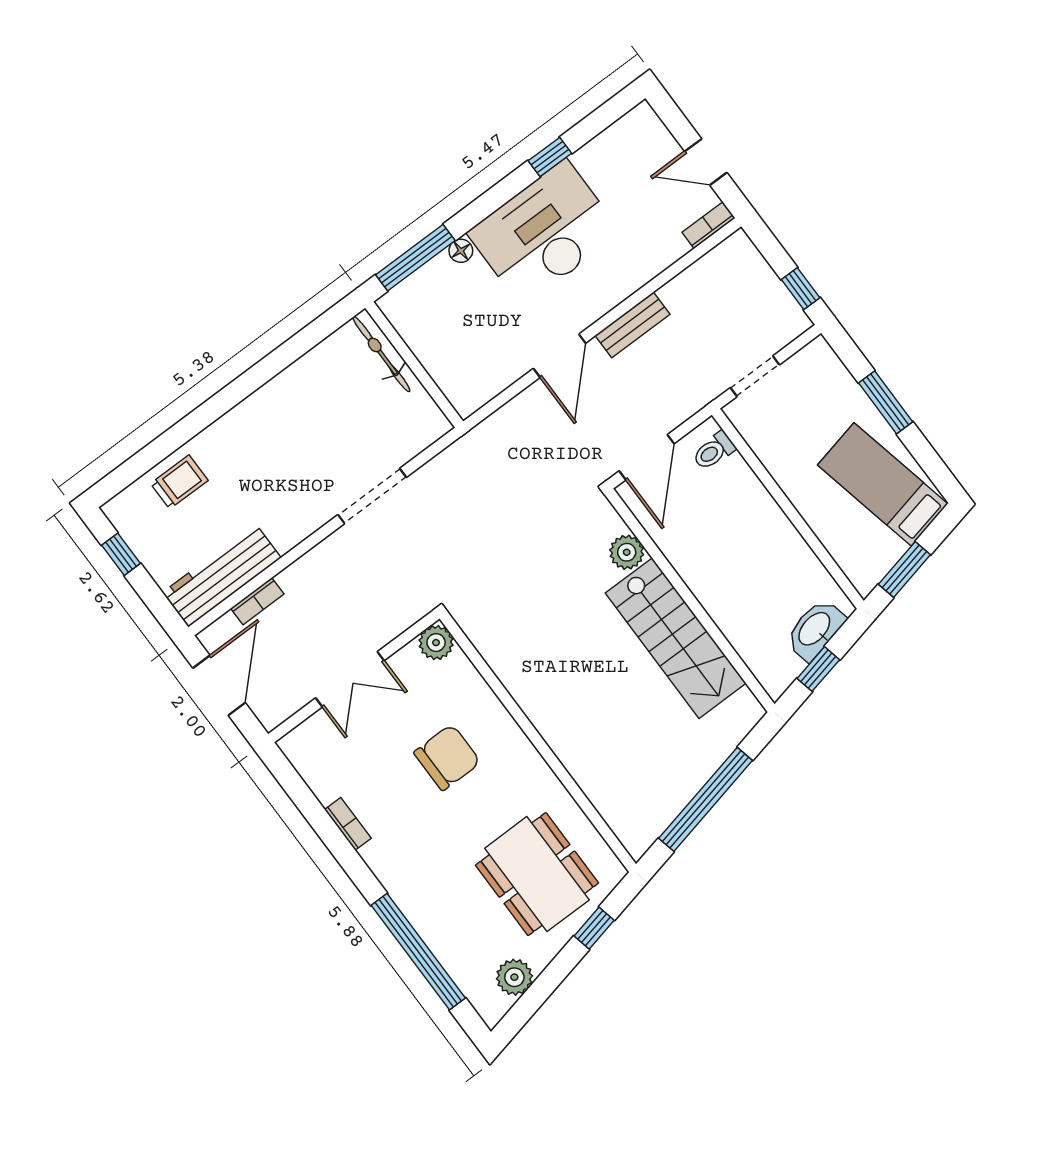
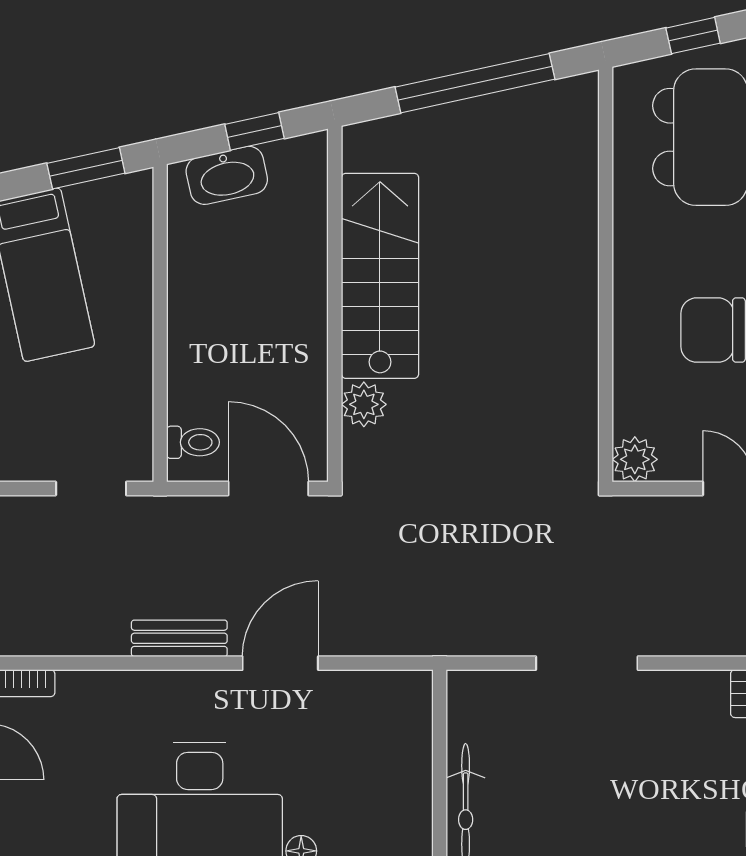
door: (647, 457) -> (268, 488), hinge flipped

